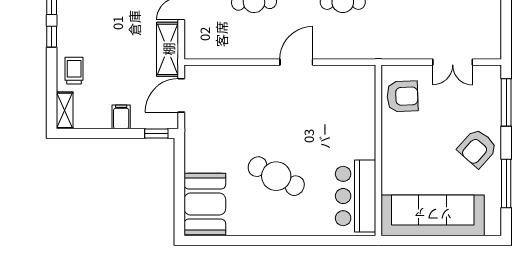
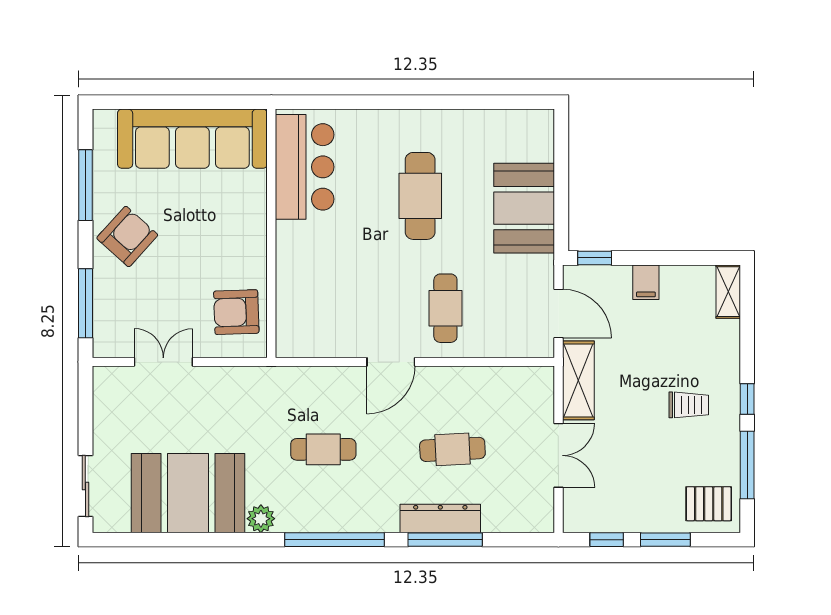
trolley: (74, 71) -> (689, 405), moved, turned -90
door: (181, 95) -> (558, 313), hinge flipped
cafe table: (259, 99) -> (445, 308), added
cafe table: (276, 176) -> (420, 196), turned 63
booth: (205, 204) -> (524, 208), moved

